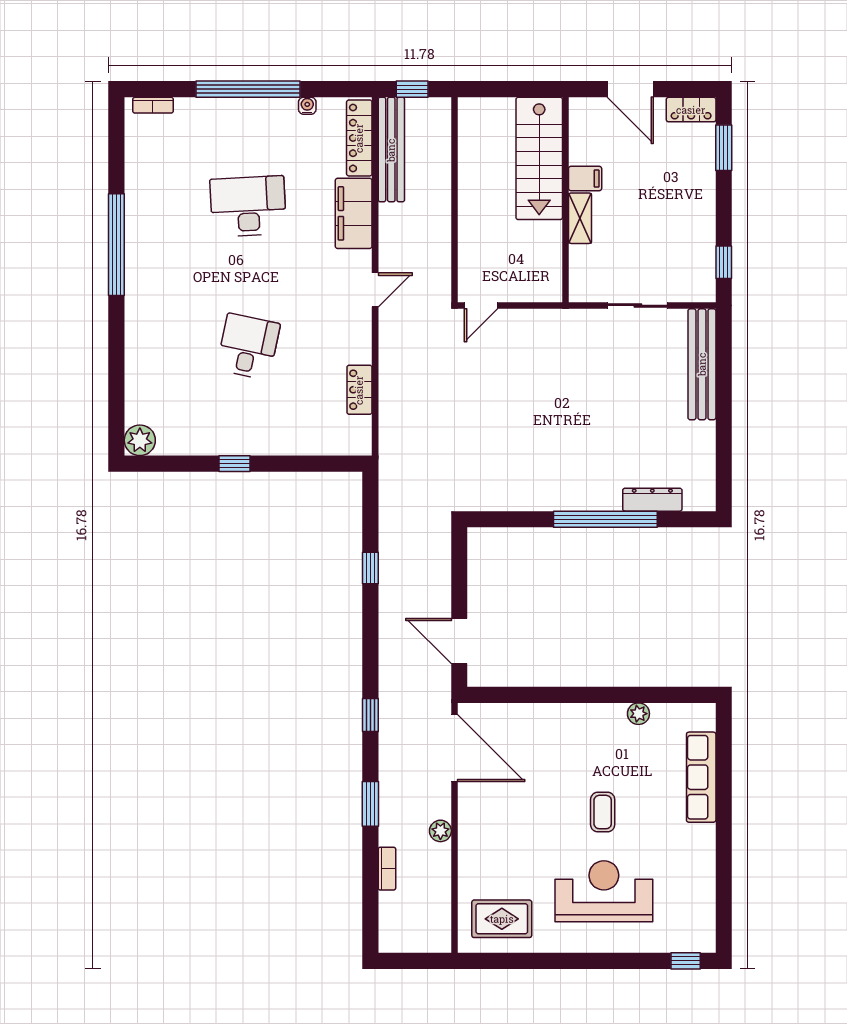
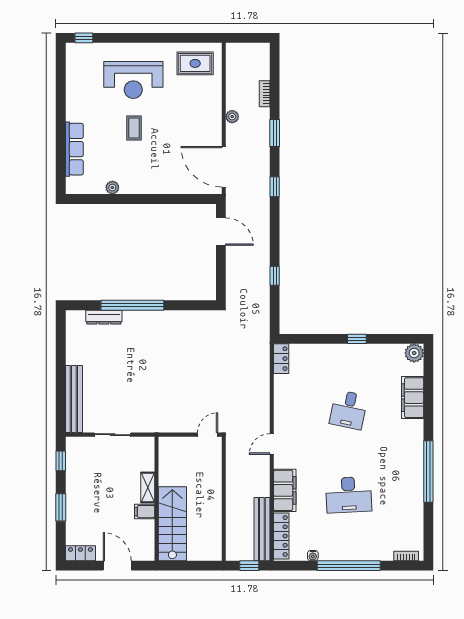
window: (724, 148) -> (61, 507), moved
filing cabinet: (142, 367) -> (413, 398), added
locker: (359, 390) -> (281, 359), moved

